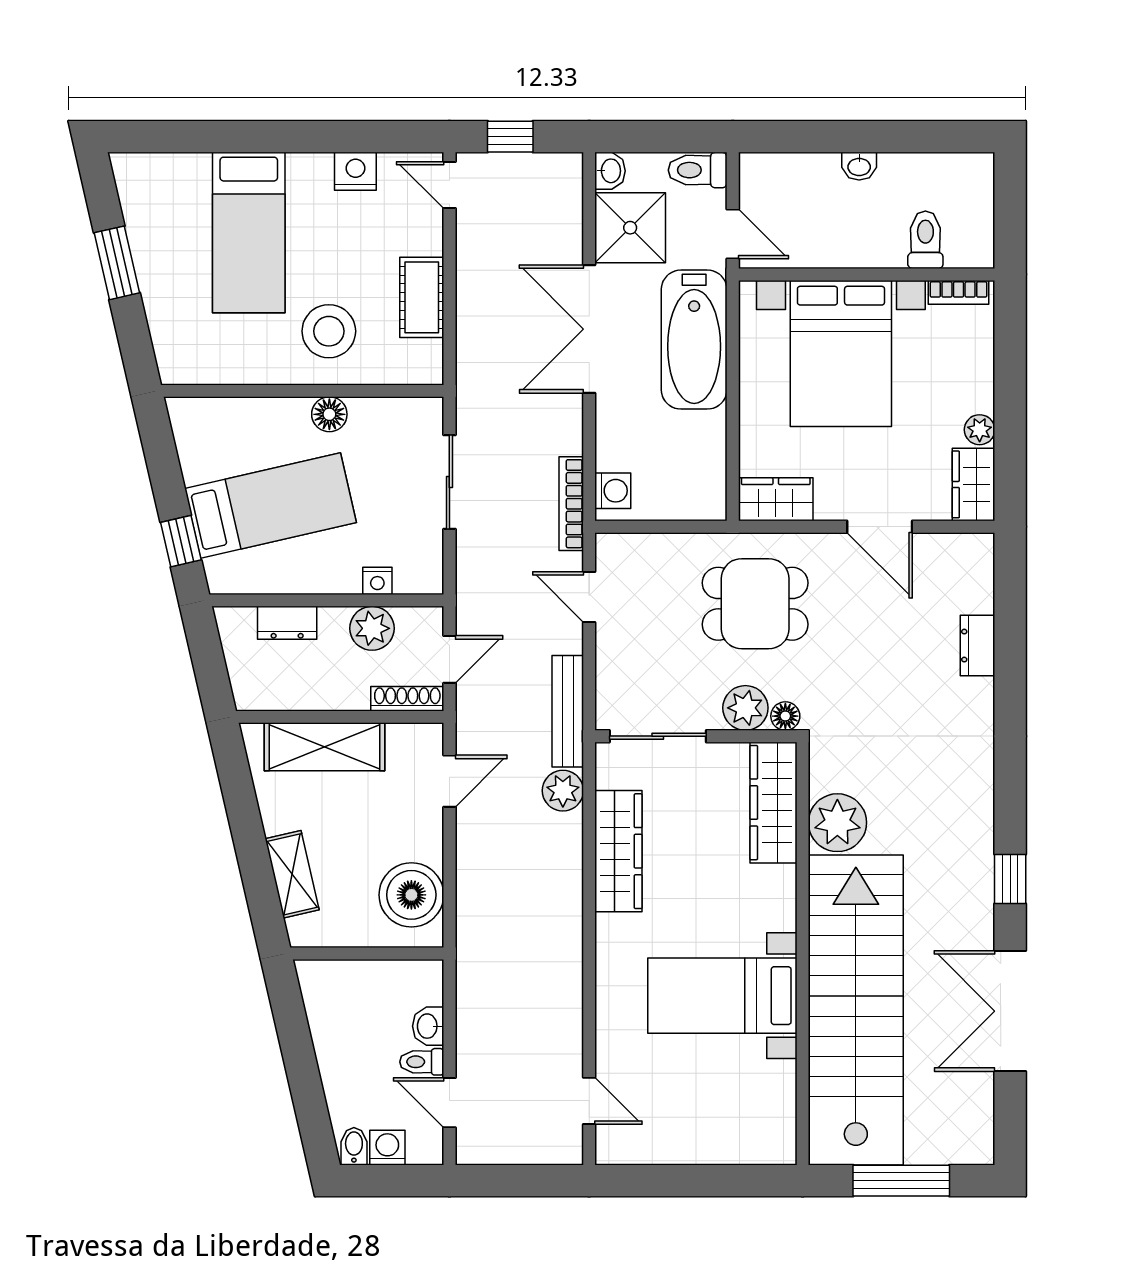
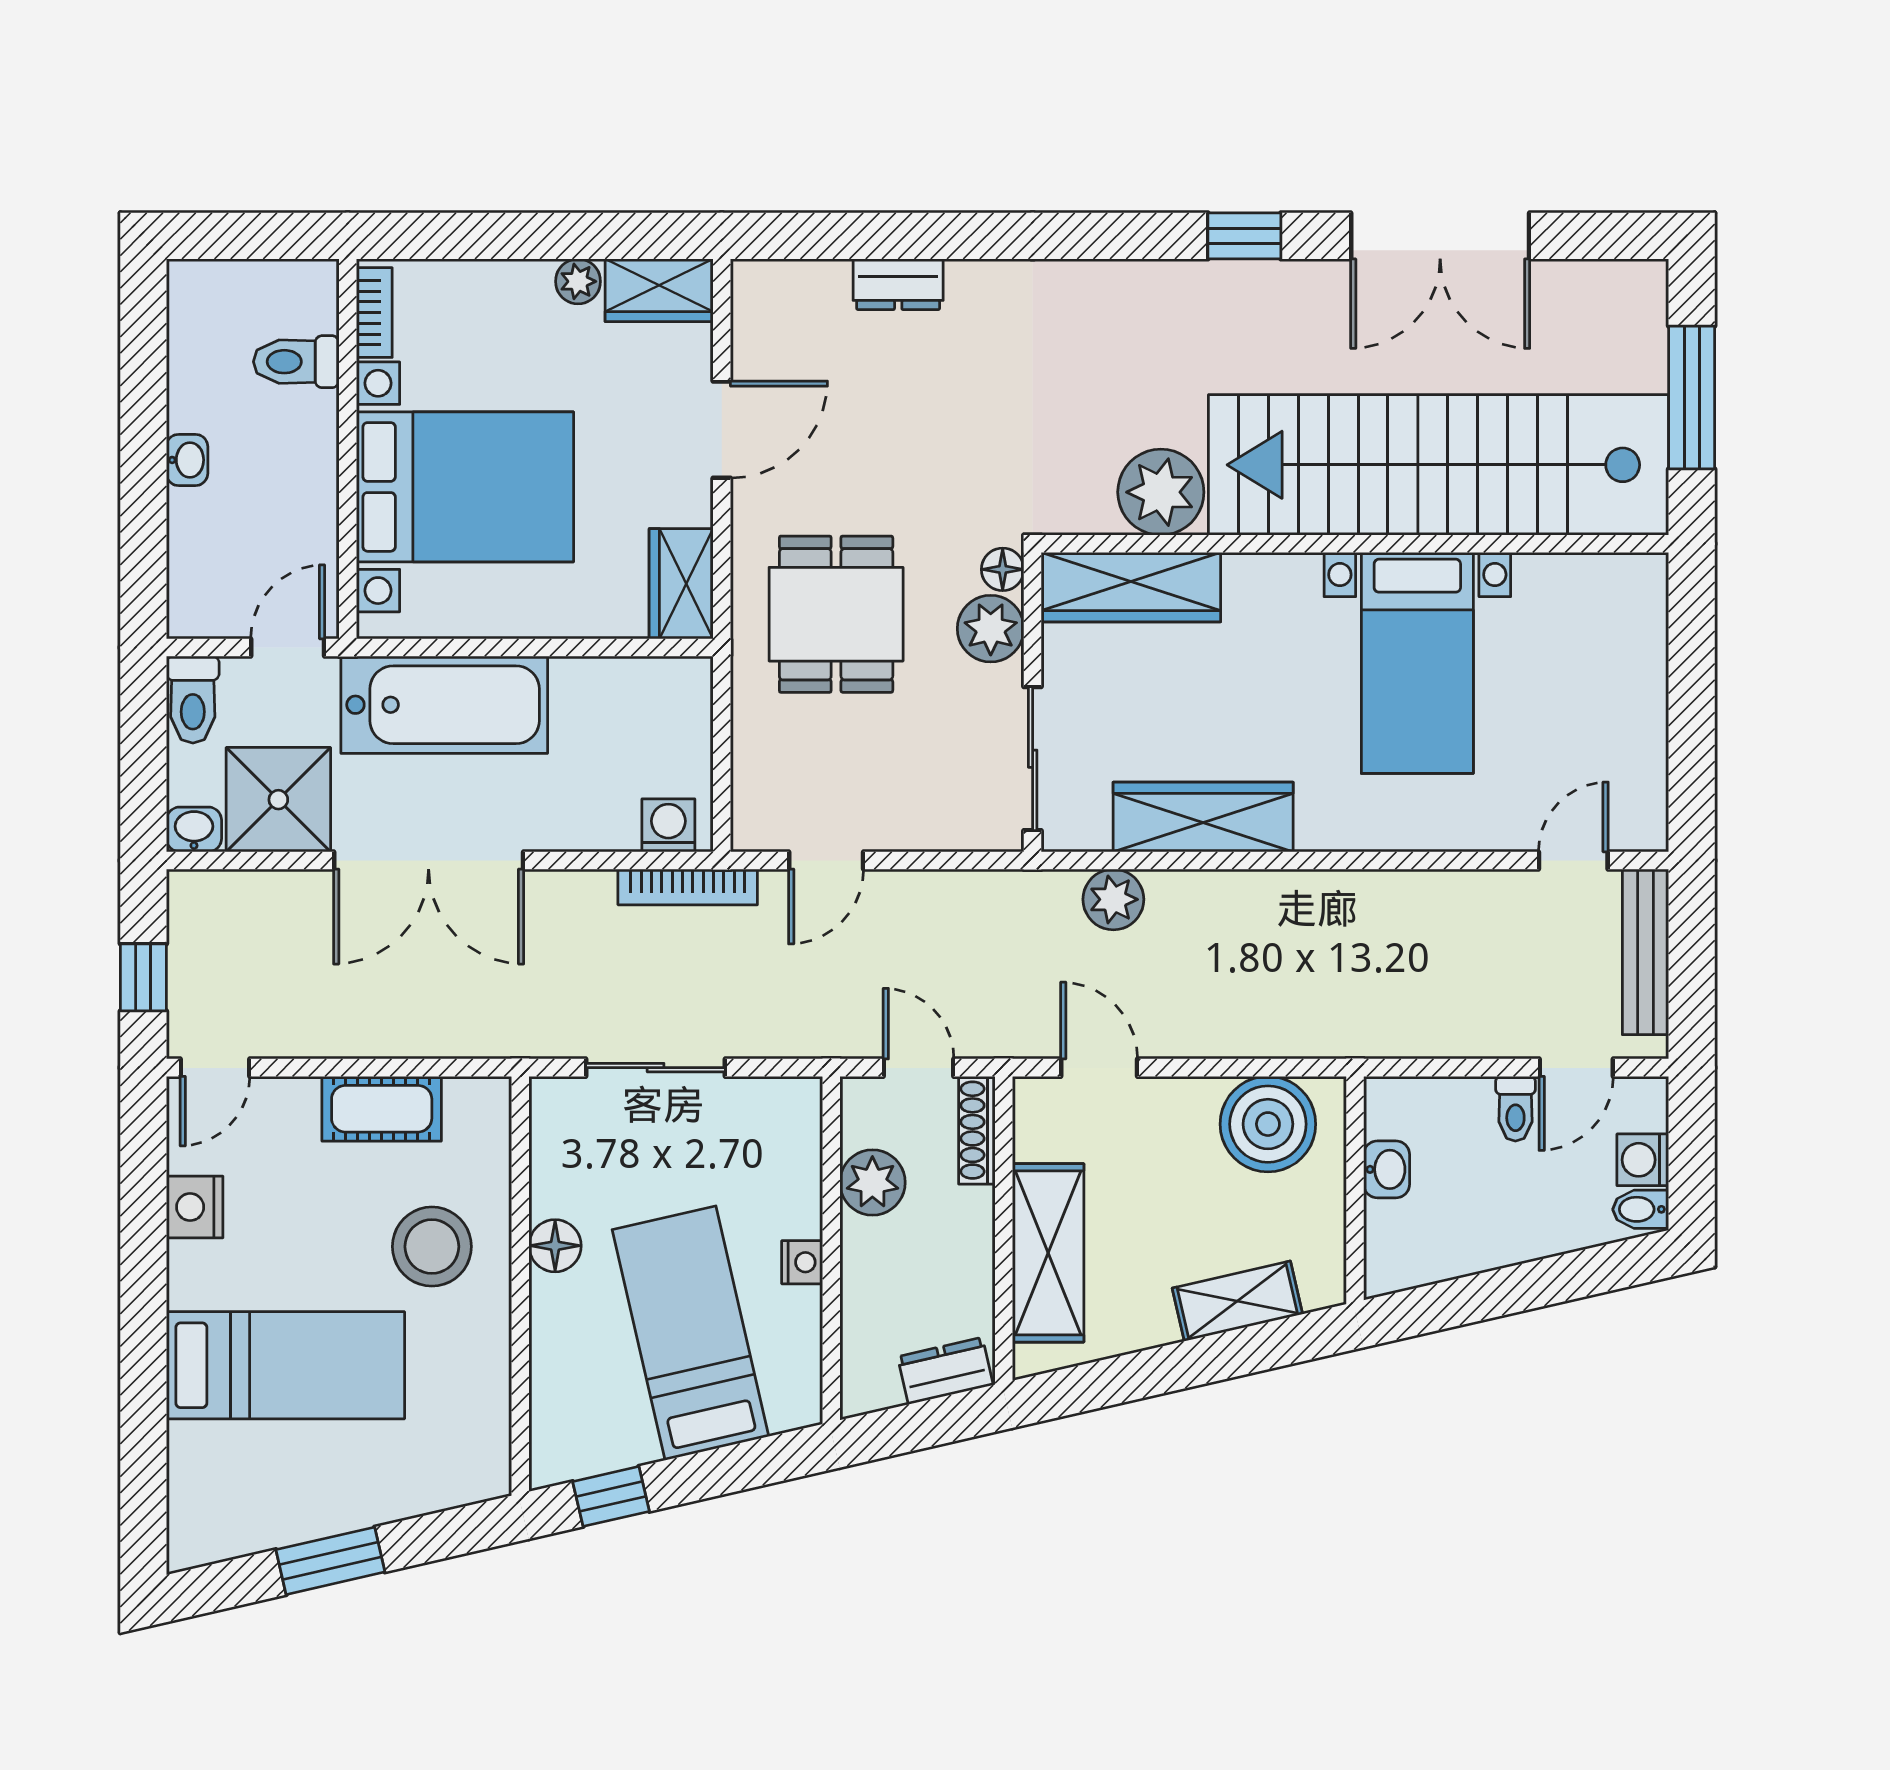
window: (181, 541) -> (611, 1496), moved
nightstand: (377, 581) -> (802, 1262), moved
dresser: (287, 623) -> (945, 1371), moved, turned -103
bench: (568, 711) -> (1645, 952), moved, turned 90
washbasin: (428, 1026) -> (1387, 1169), moved, turned -90

